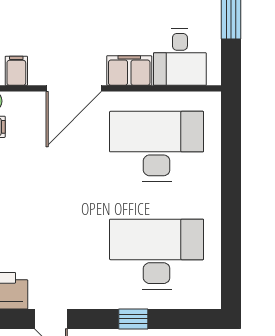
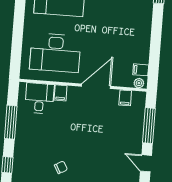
filing cabinet: (129, 71) -> (61, 93), width x0.50

